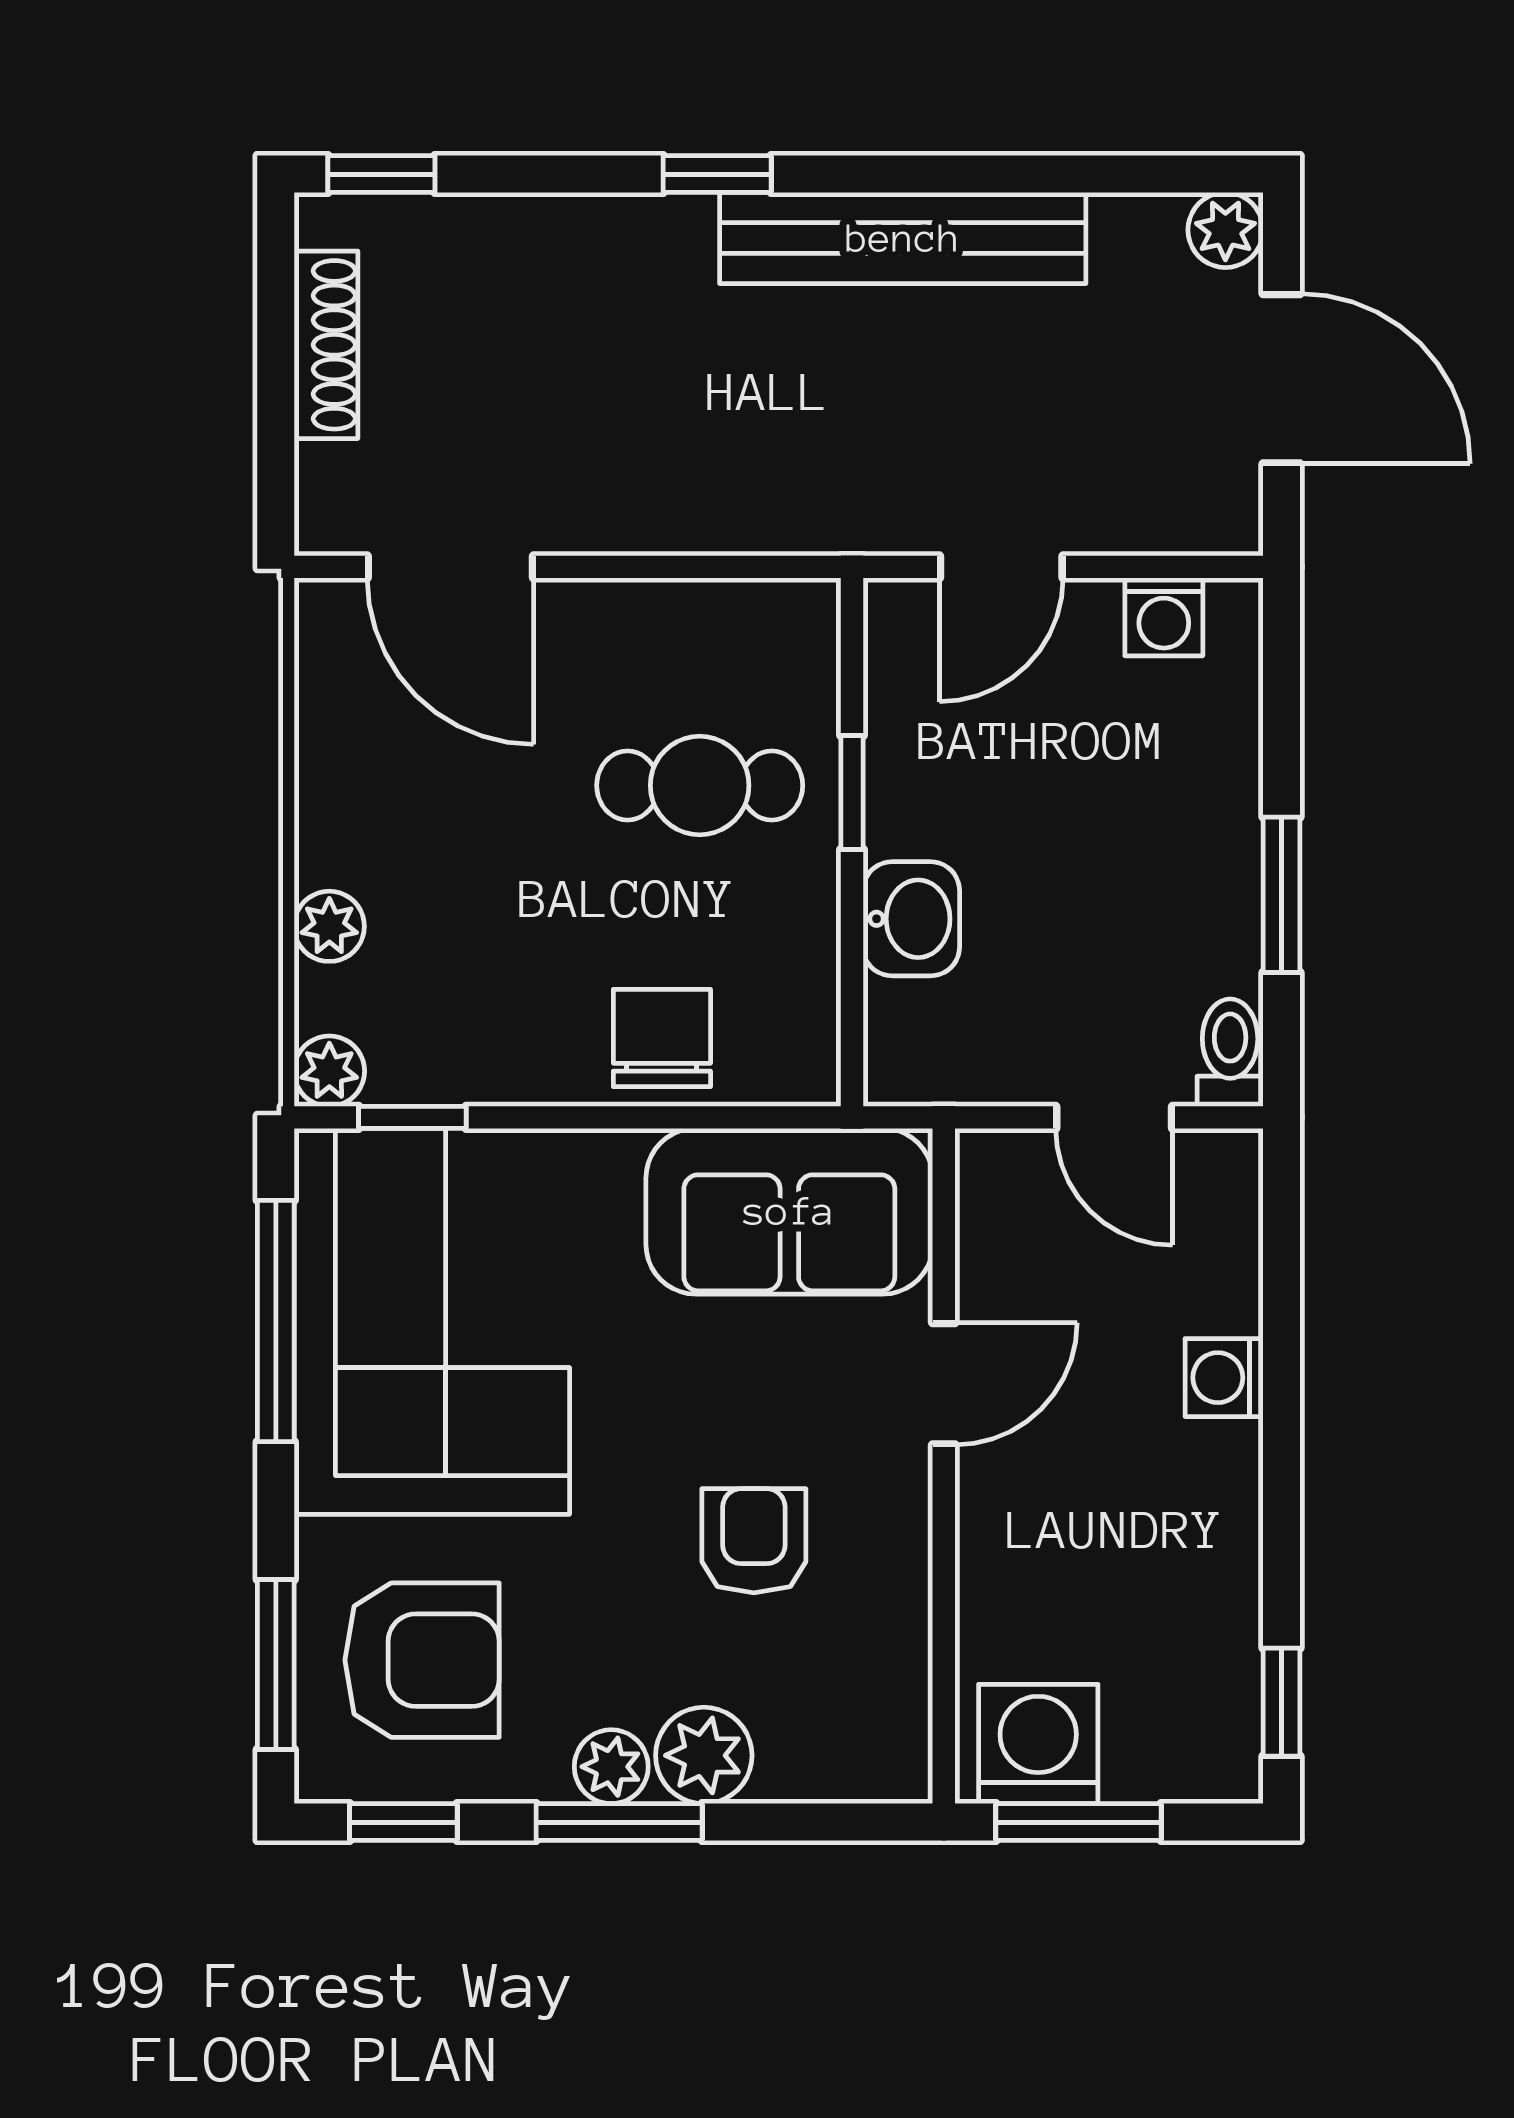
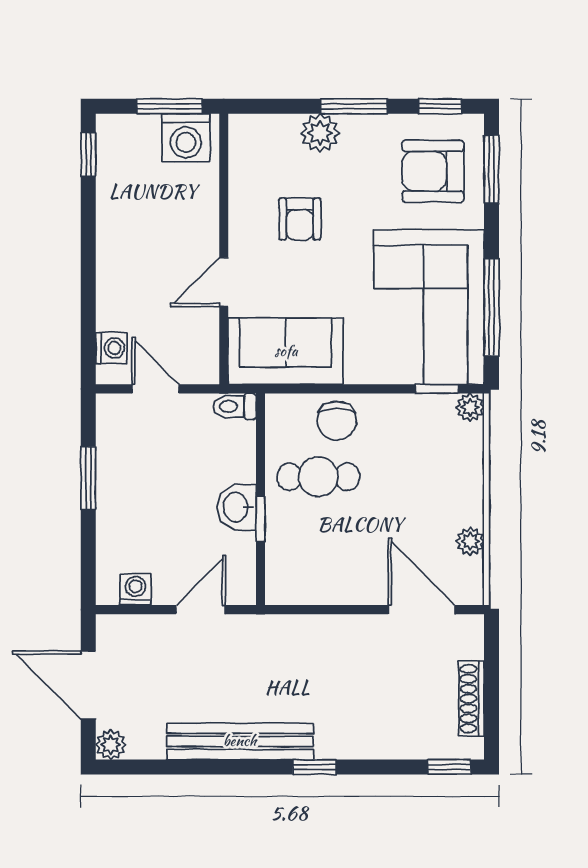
cafe table: (700, 785) -> (318, 477), moved
washbasin: (911, 919) -> (237, 507), moved
plant: (329, 926) -> (470, 541), moved
toilet: (1230, 1053) -> (235, 406), moved, turned 90
washing machine: (1224, 1378) -> (111, 348), moved
plant: (611, 1767) -> (357, 128), removed

